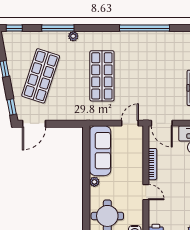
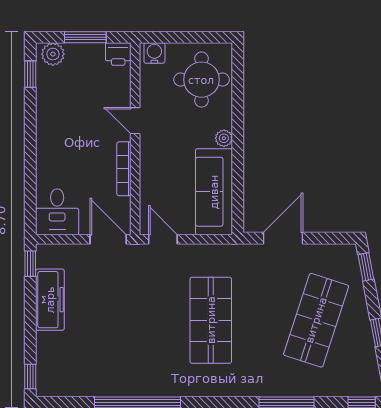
plant: (73, 36) -> (260, 388), removed
door: (130, 123) -> (163, 239), swing flipped
door: (34, 124) -> (283, 238), moved

